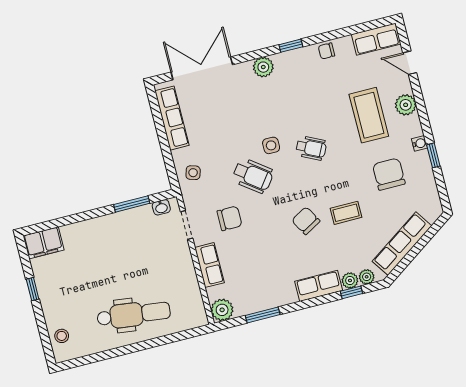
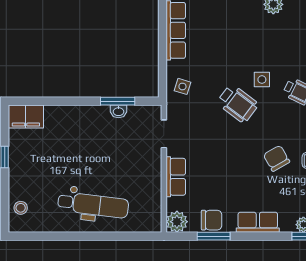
washbasin: (161, 207) -> (119, 111), moved
chair: (229, 218) -> (212, 220), moved
row of seats: (319, 286) -> (258, 222), moved

